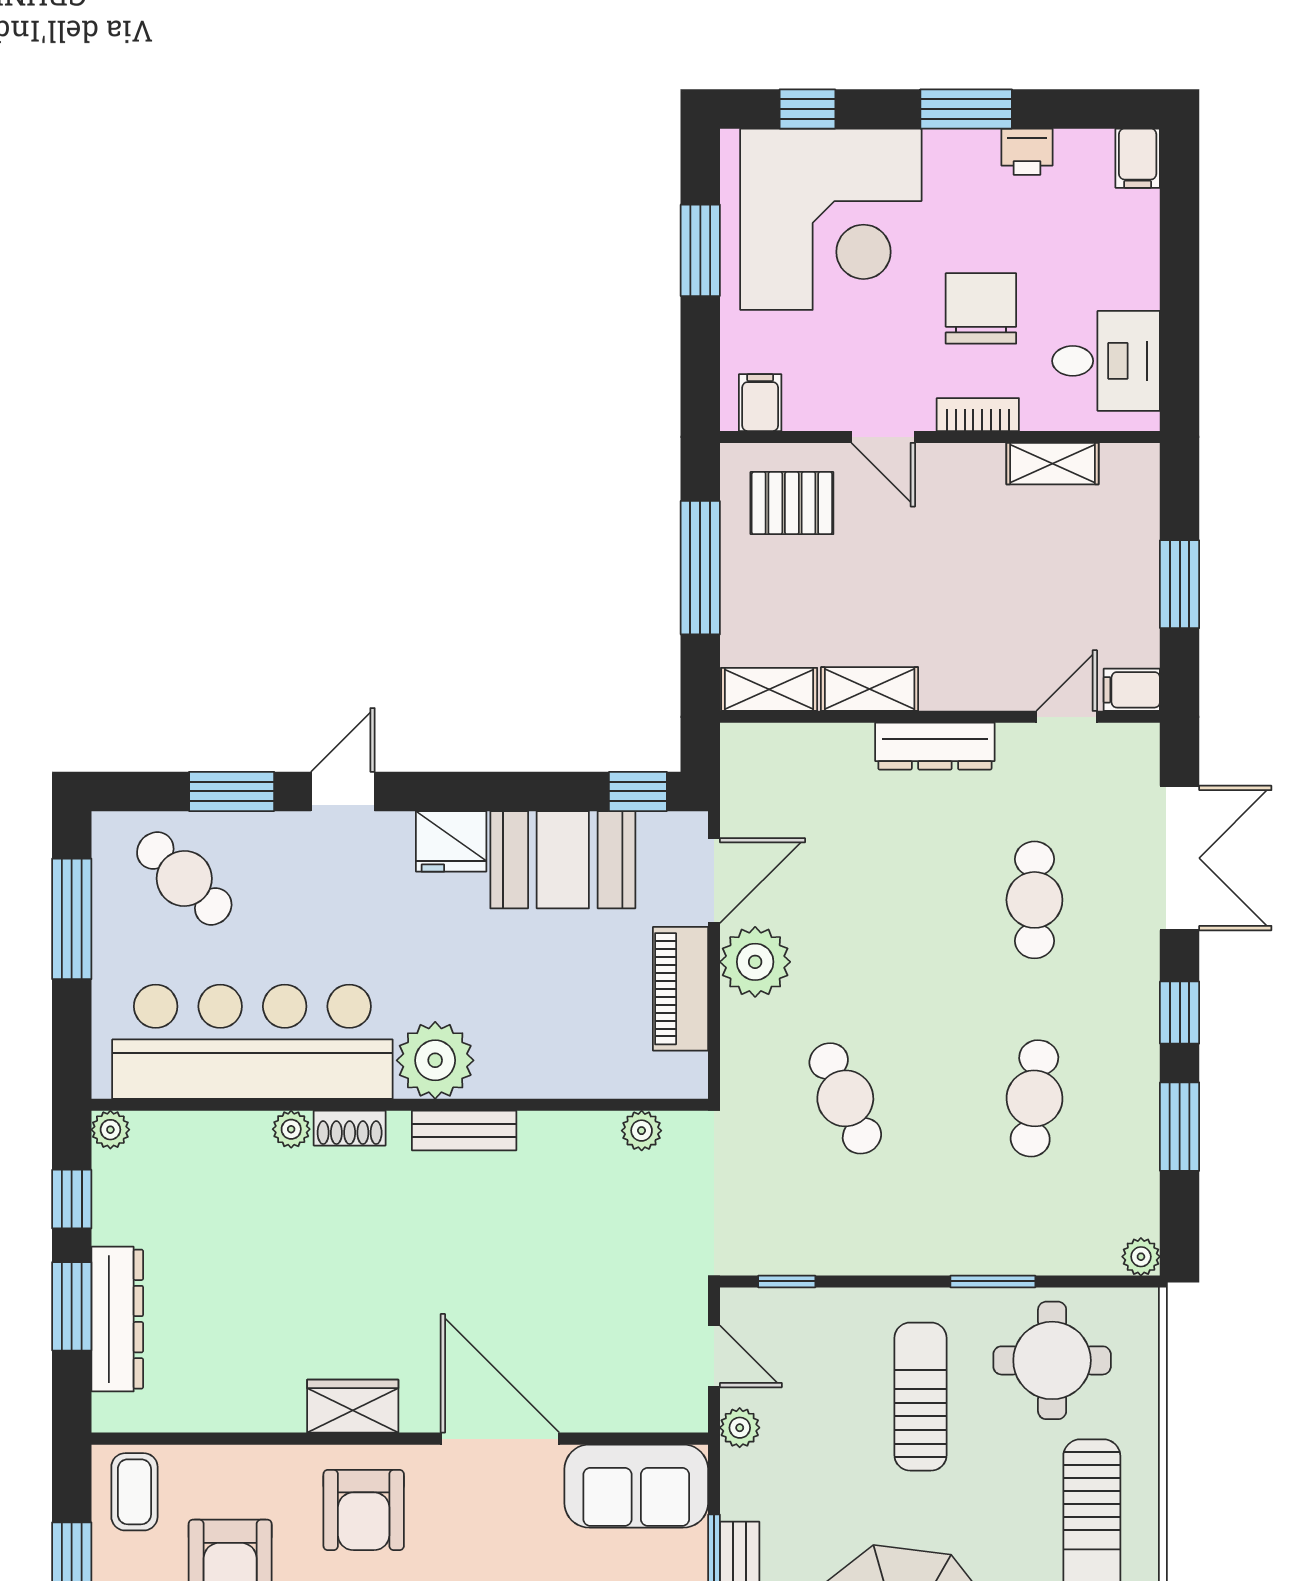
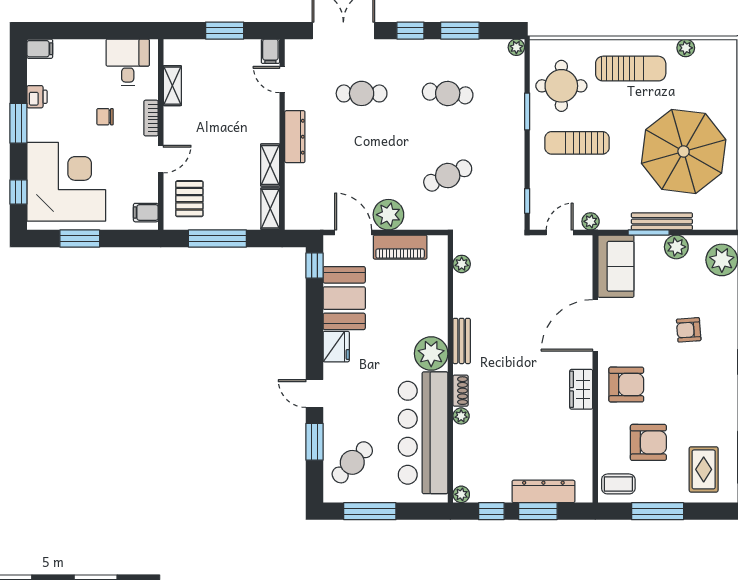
chair: (981, 308) -> (105, 117), width x0.54, depth x0.54

